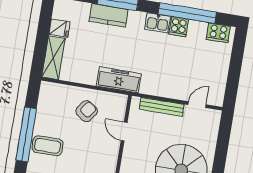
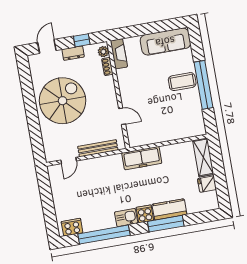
cooker: (179, 27) -> (145, 214), moved
armchair: (87, 111) -> (160, 122), removed

